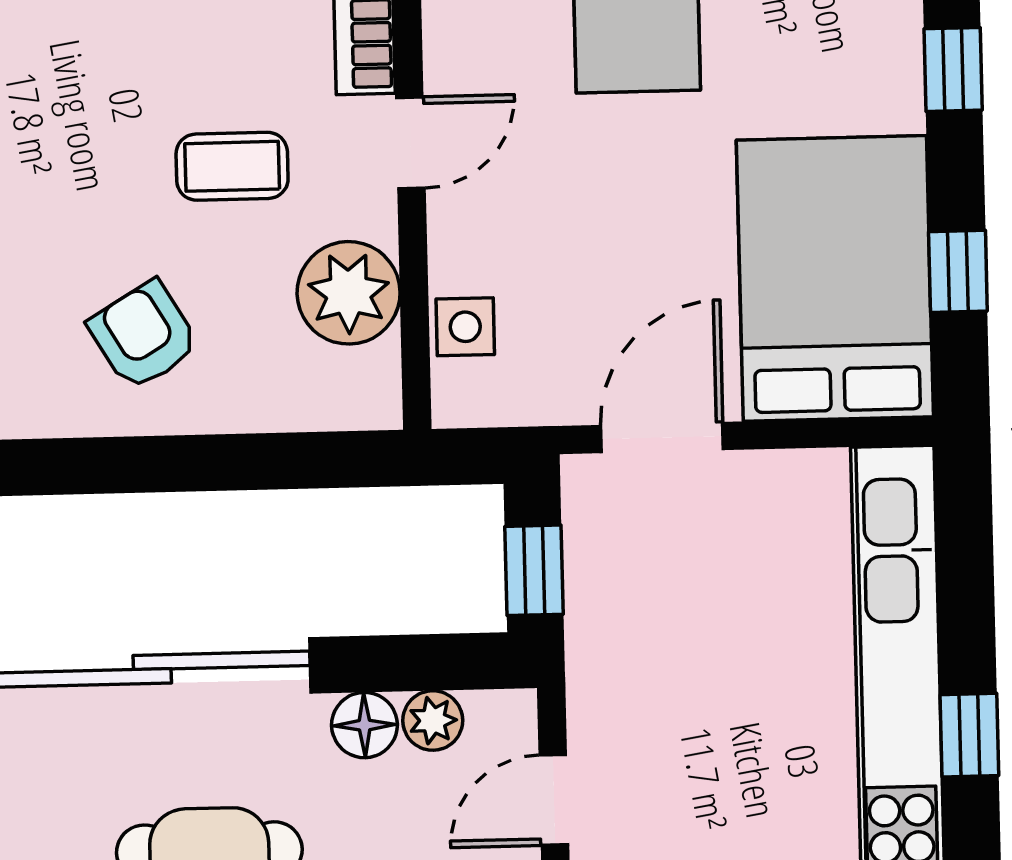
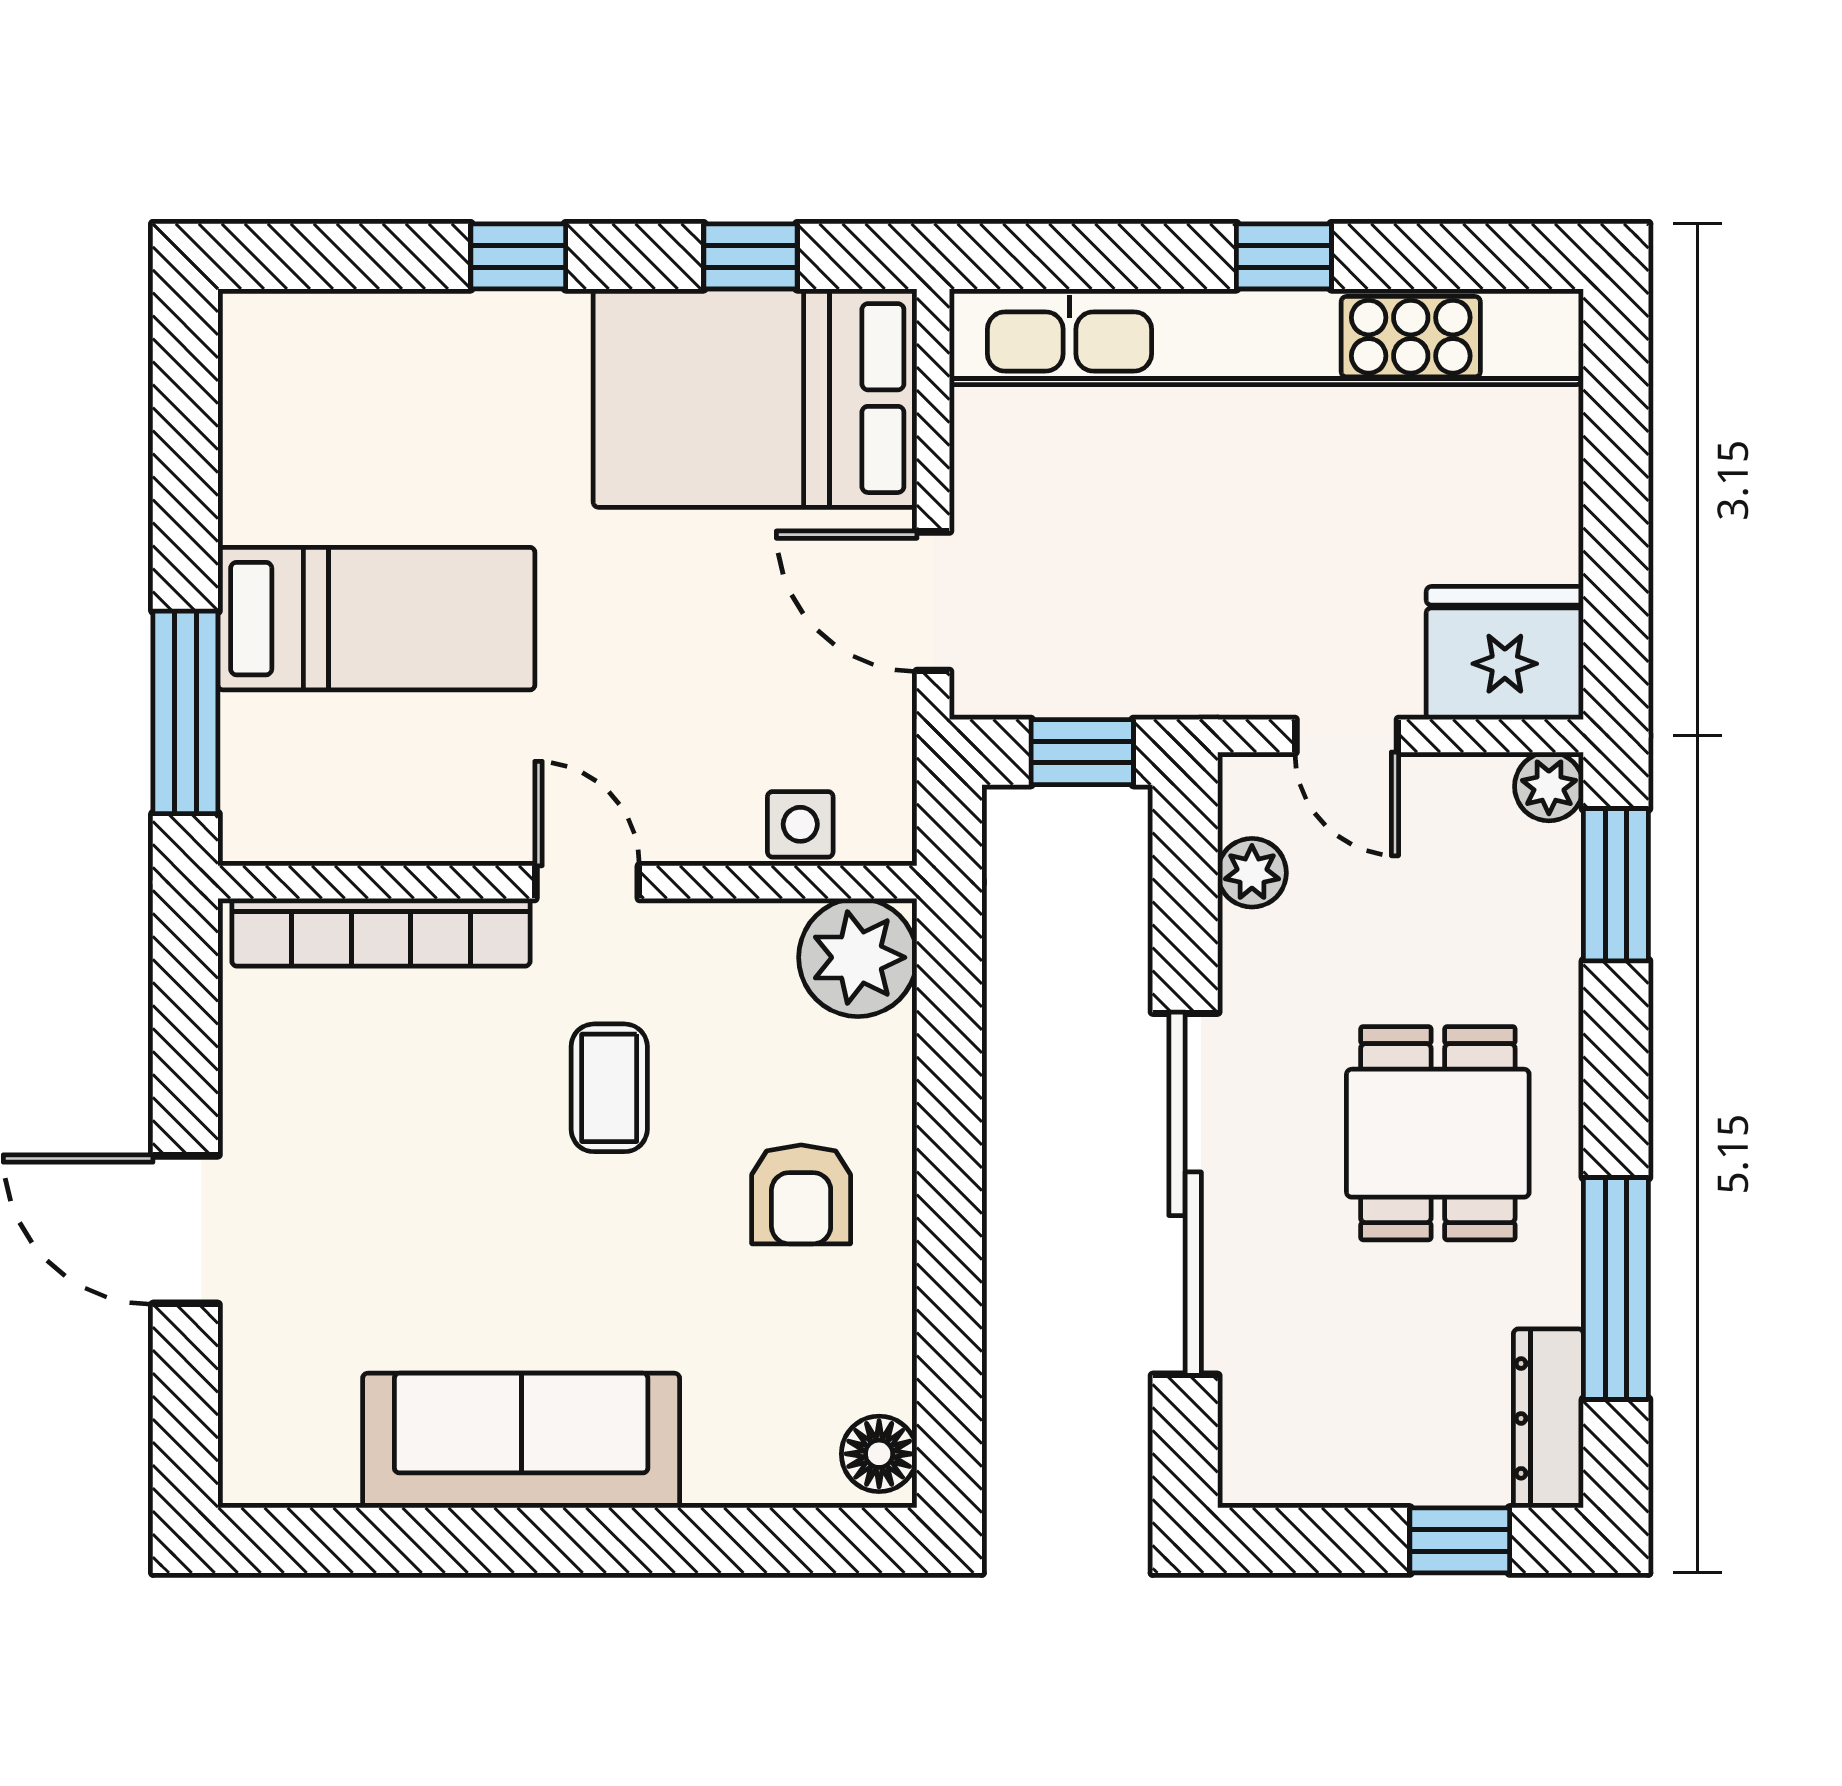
plant: (349, 293) -> (858, 957), moved
armchair: (144, 335) -> (801, 1194), turned -59
floor lamp: (364, 725) -> (1255, 951), removed

